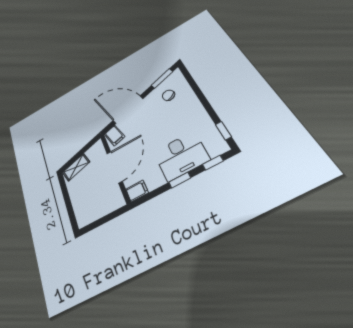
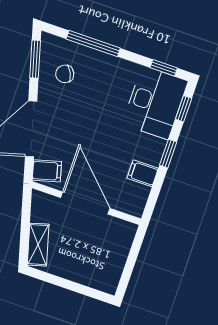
window: (197, 90) -> (93, 44), added
desk: (181, 156) -> (155, 103), moved
filing cabinet: (137, 191) -> (143, 173), moved, turned -90

